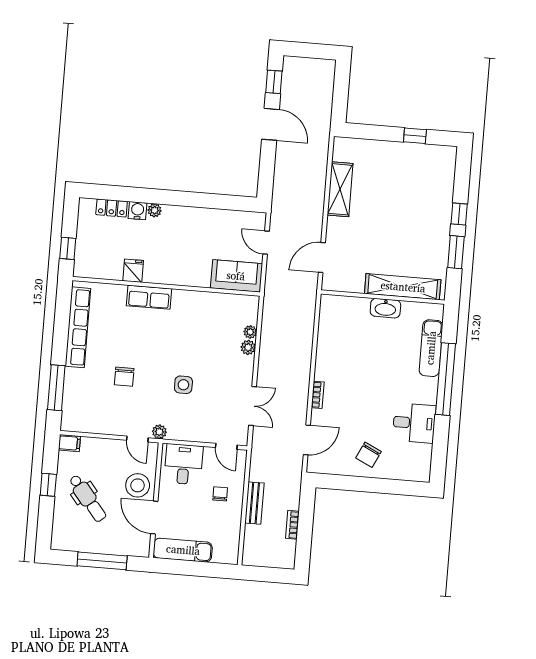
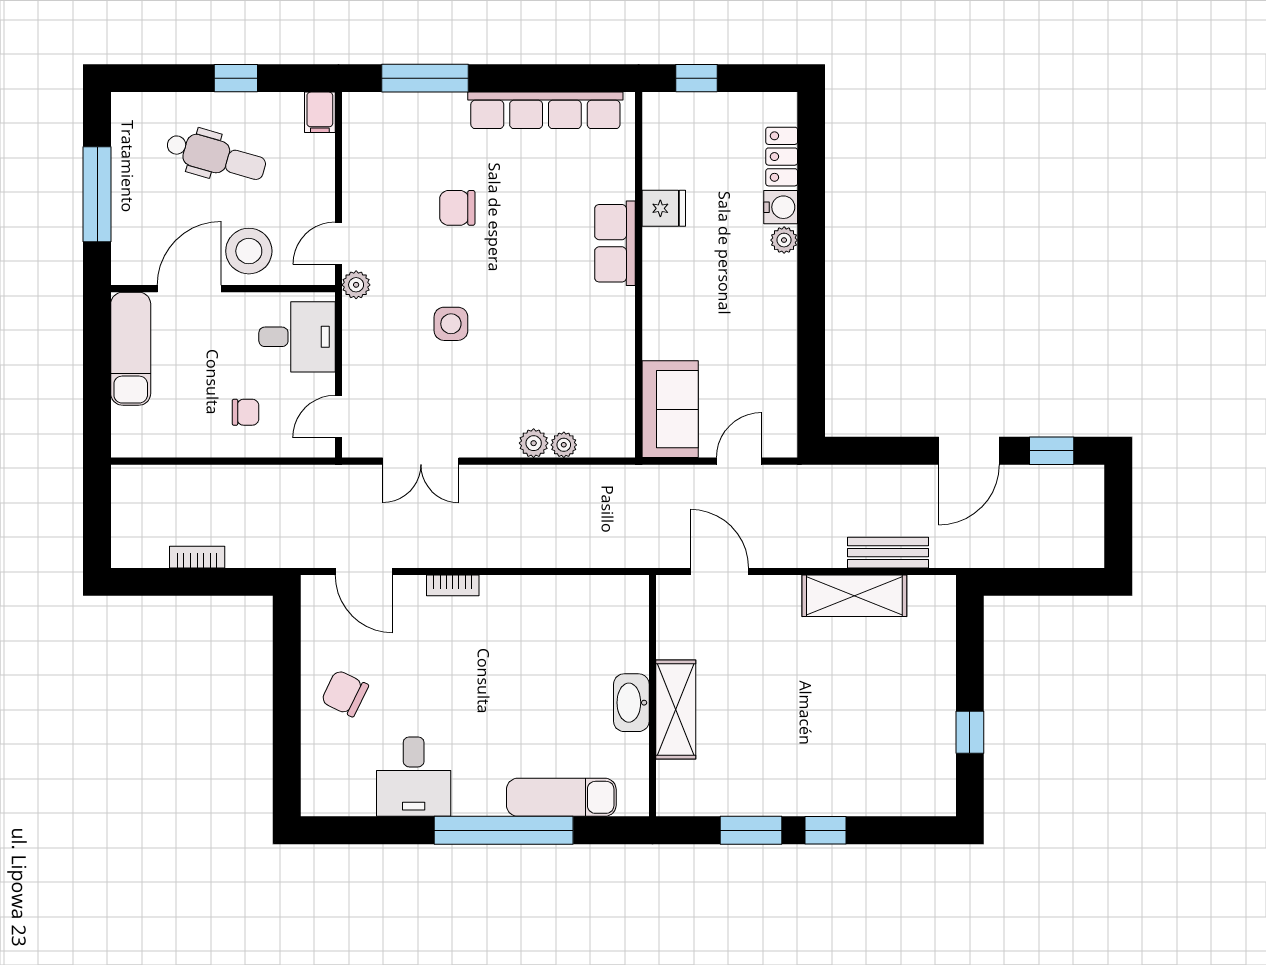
shelving: (403, 287) -> (676, 710), width x0.68
dental chair: (88, 498) -> (216, 156), turned -125
bench: (254, 503) -> (888, 553), moved

